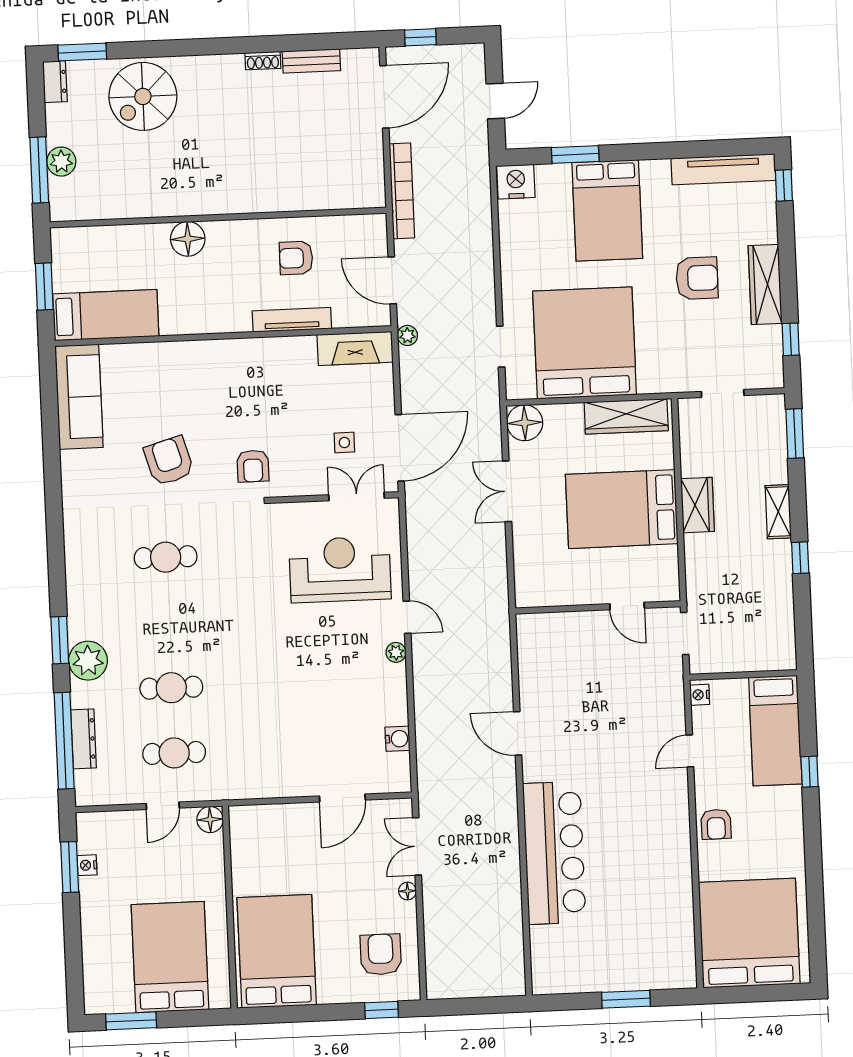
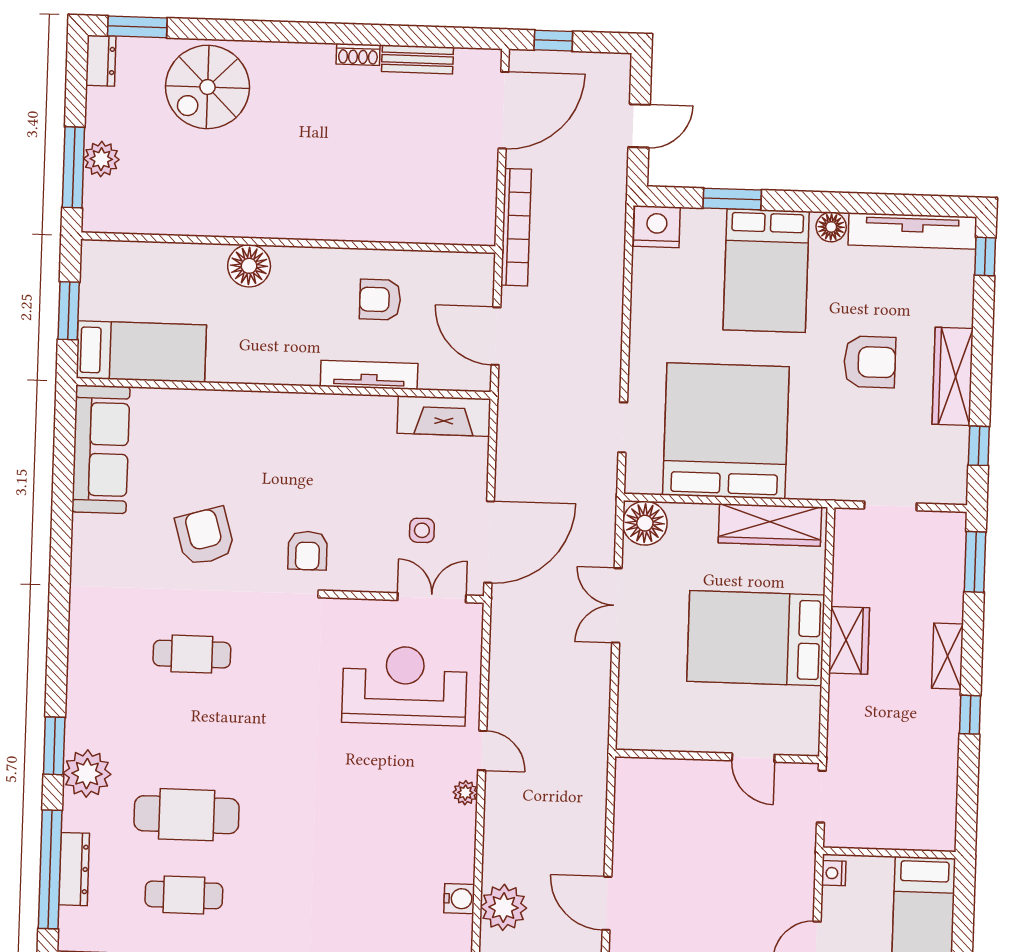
floor lamp: (657, 171) -> (831, 227), added
plant: (407, 335) -> (504, 907), moved, width x1.88, depth x1.88
cafe table: (171, 688) -> (187, 815), width x1.37, depth x1.35

